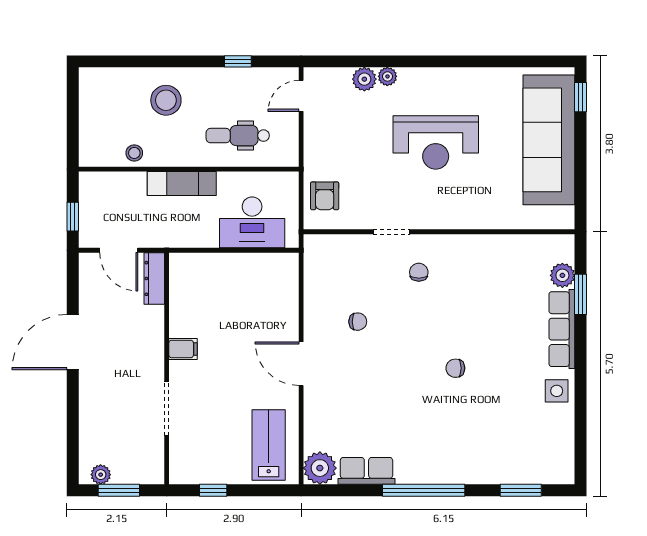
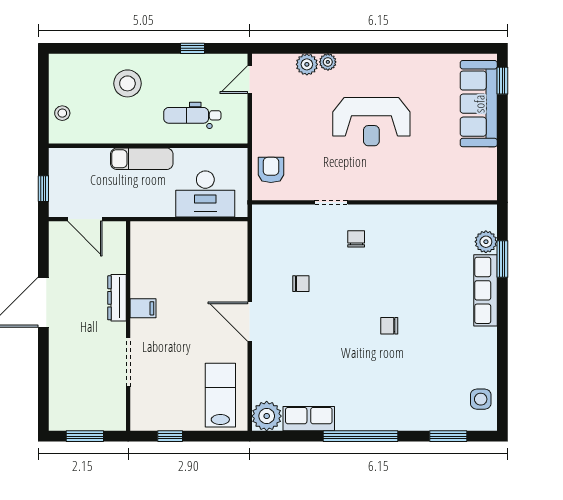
sofa: (549, 140) -> (479, 104), width x0.74, depth x0.79
stool: (134, 153) -> (62, 113), moved
armchair: (325, 196) -> (271, 170), turned 180
dresser: (154, 278) -> (117, 298), moved
side table: (557, 391) -> (481, 399), moved
plant: (101, 475) -> (68, 422), removed

